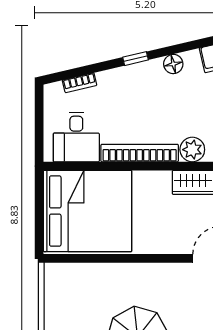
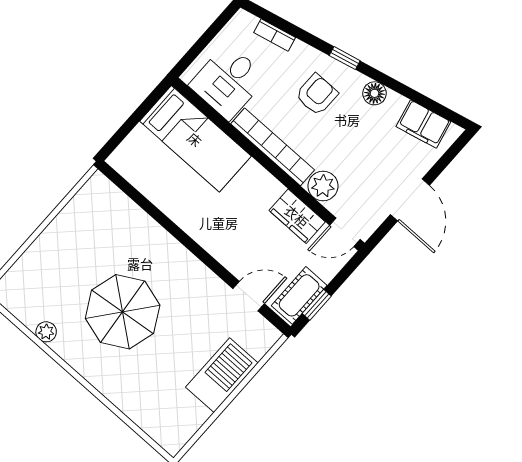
armchair: (138, 96) -> (317, 94), added
bed: (87, 211) -> (195, 139), width x0.49

